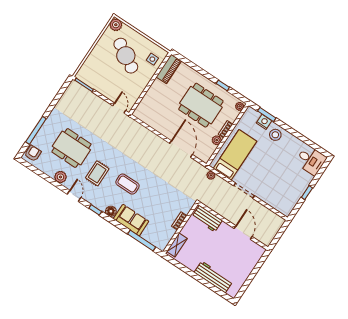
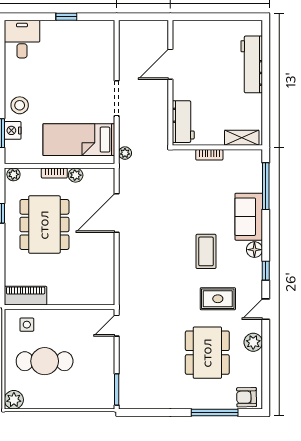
cafe table: (126, 56) -> (45, 361), turned 59

